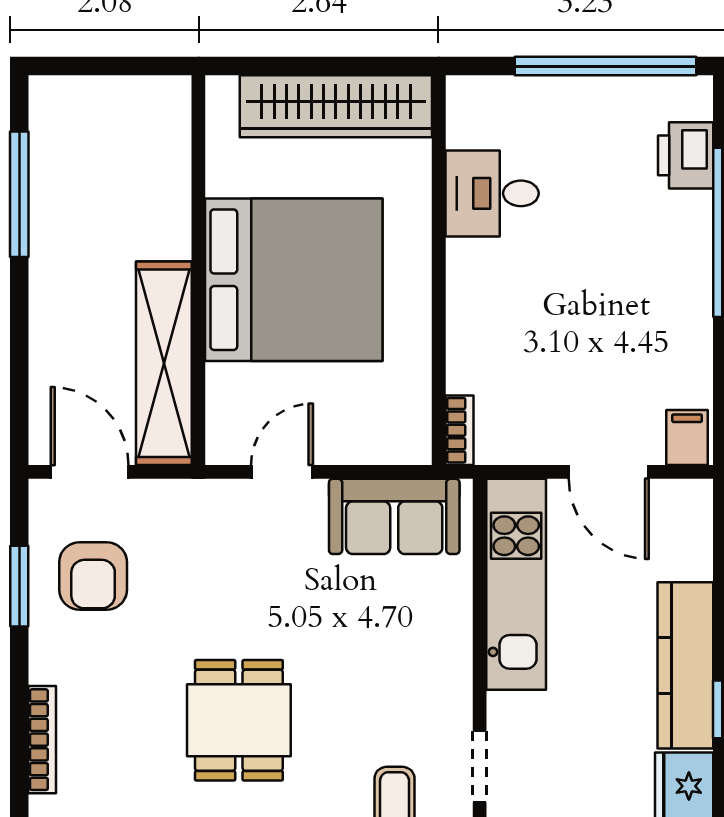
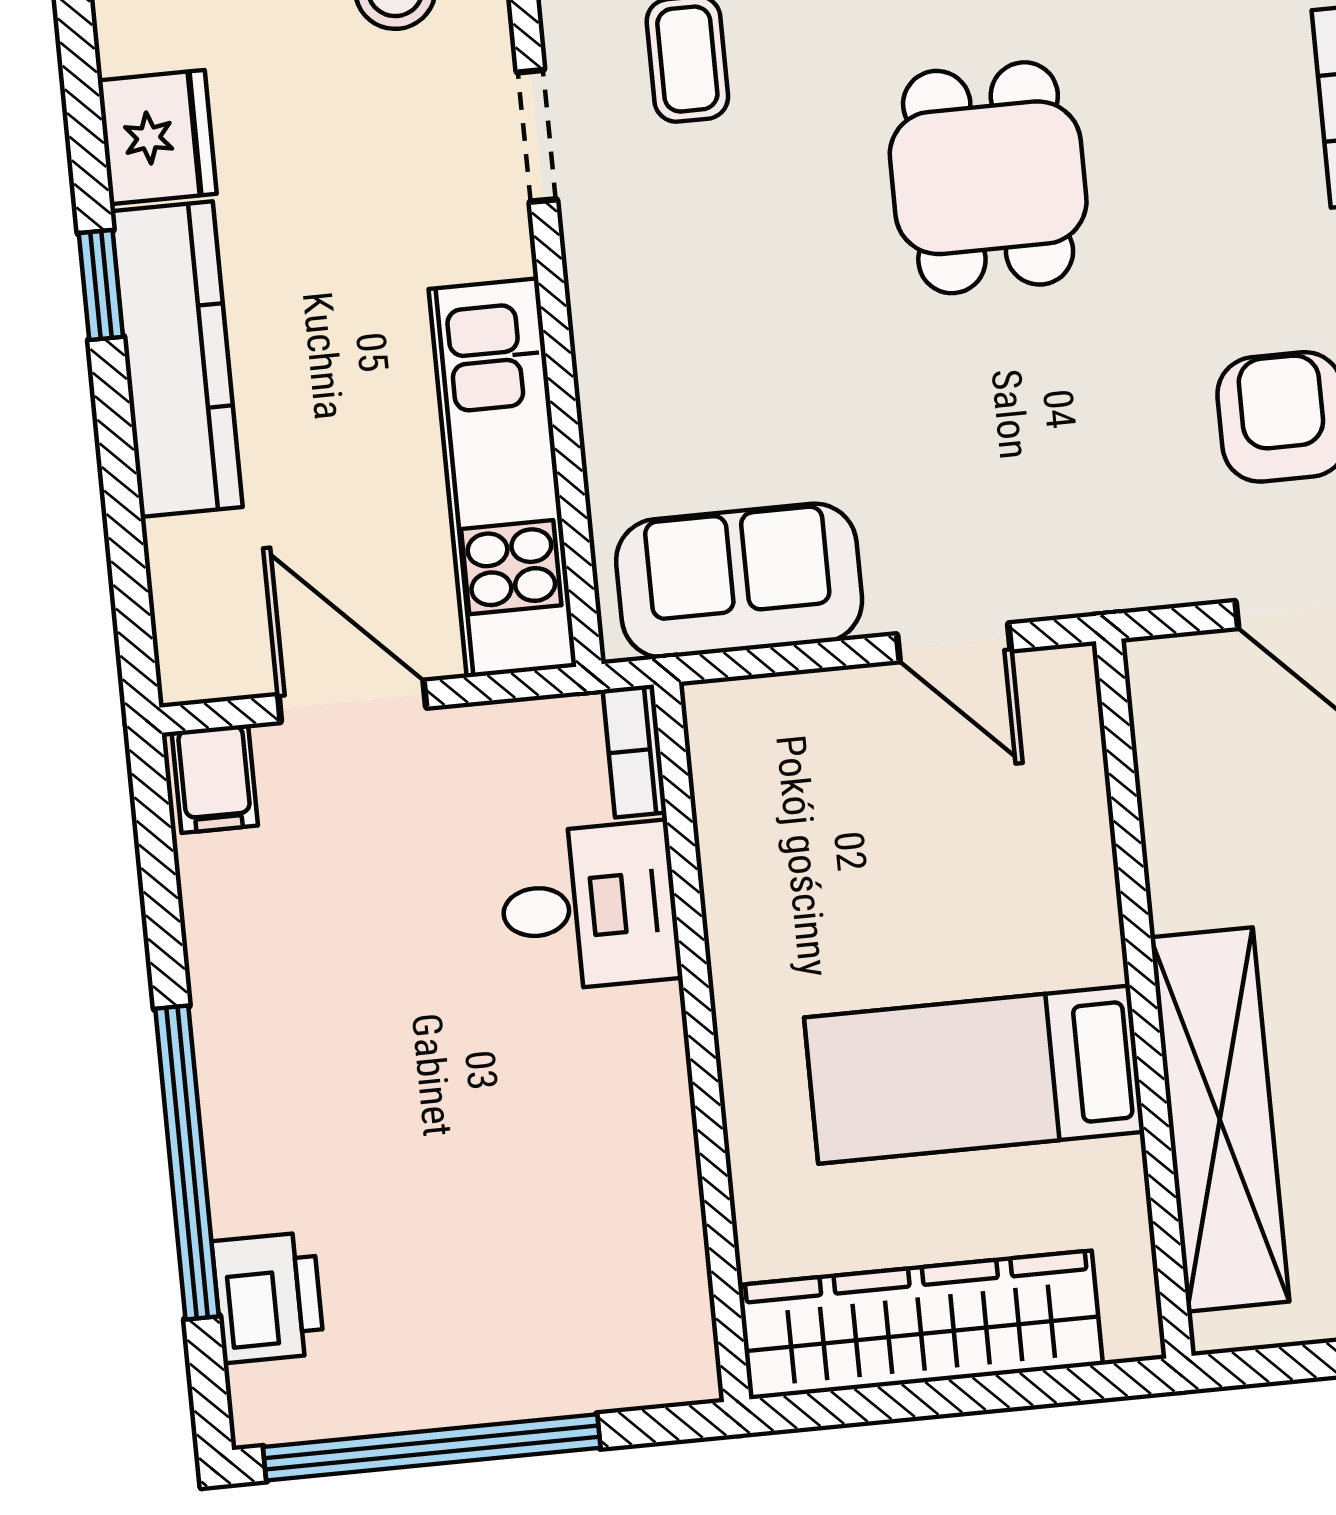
desk: (492, 193) -> (589, 907), moved
bed: (294, 280) -> (974, 1075), width x0.49
shelving: (164, 363) -> (1220, 1119), moved
door: (282, 472) -> (954, 642), hinge flipped

